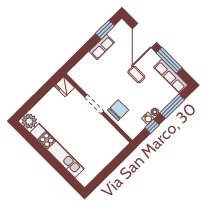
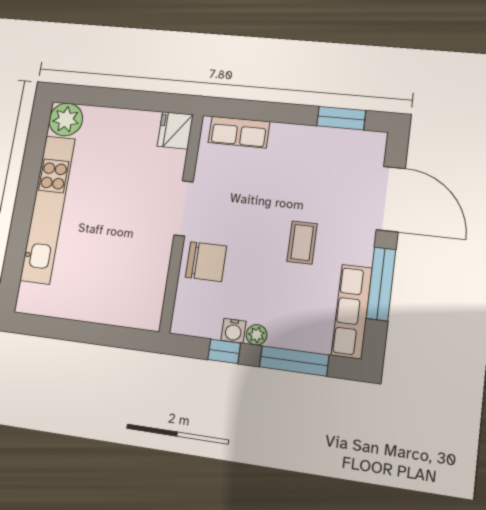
door: (144, 36) -> (391, 199), swing flipped
row of seats: (102, 47) -> (239, 132), moved

